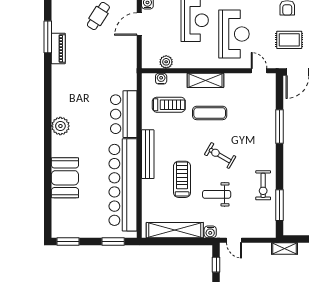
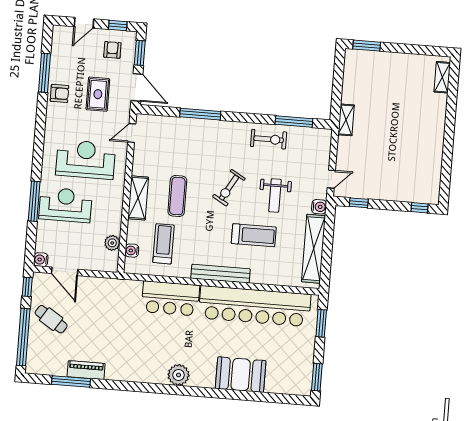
treadmill: (182, 179) -> (254, 235), turned 180

